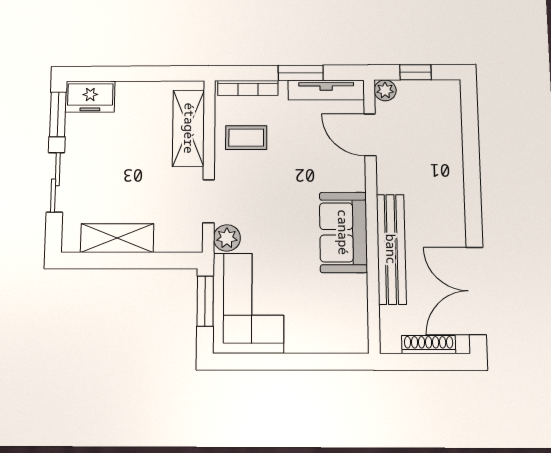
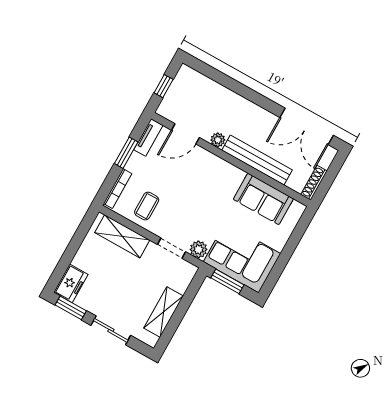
tv unit: (326, 90) -> (148, 137), width x0.71
plant: (385, 90) -> (218, 140), moved
sofa: (343, 232) -> (263, 199), moved
shoe rack: (429, 345) -> (314, 183), moved

